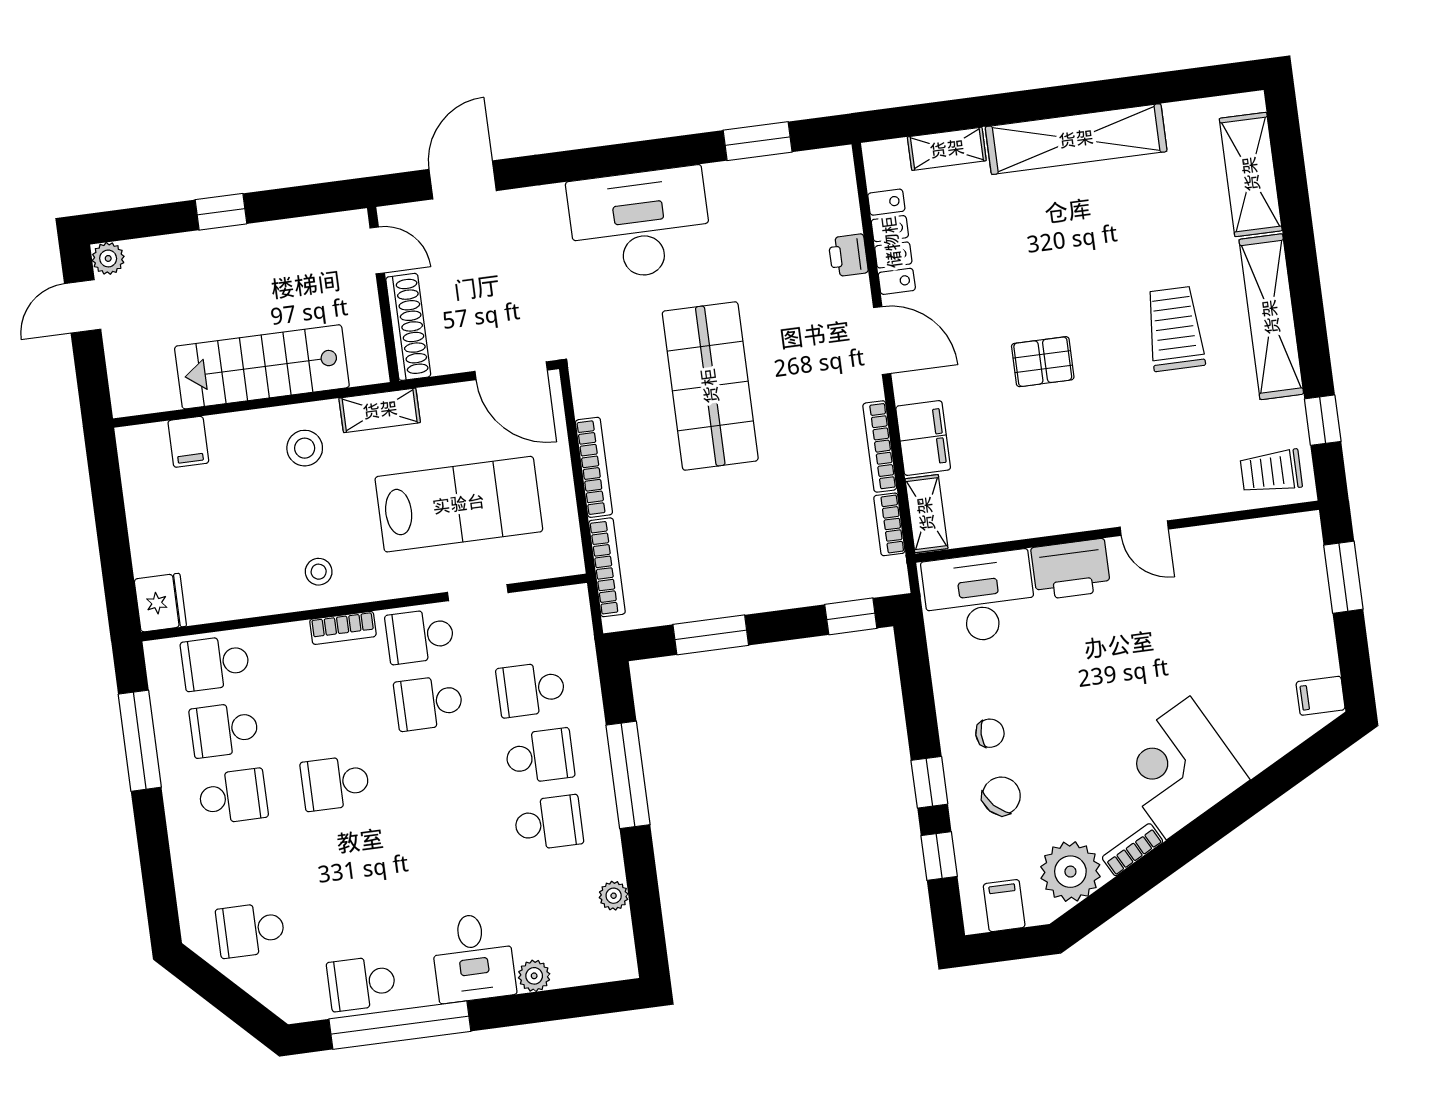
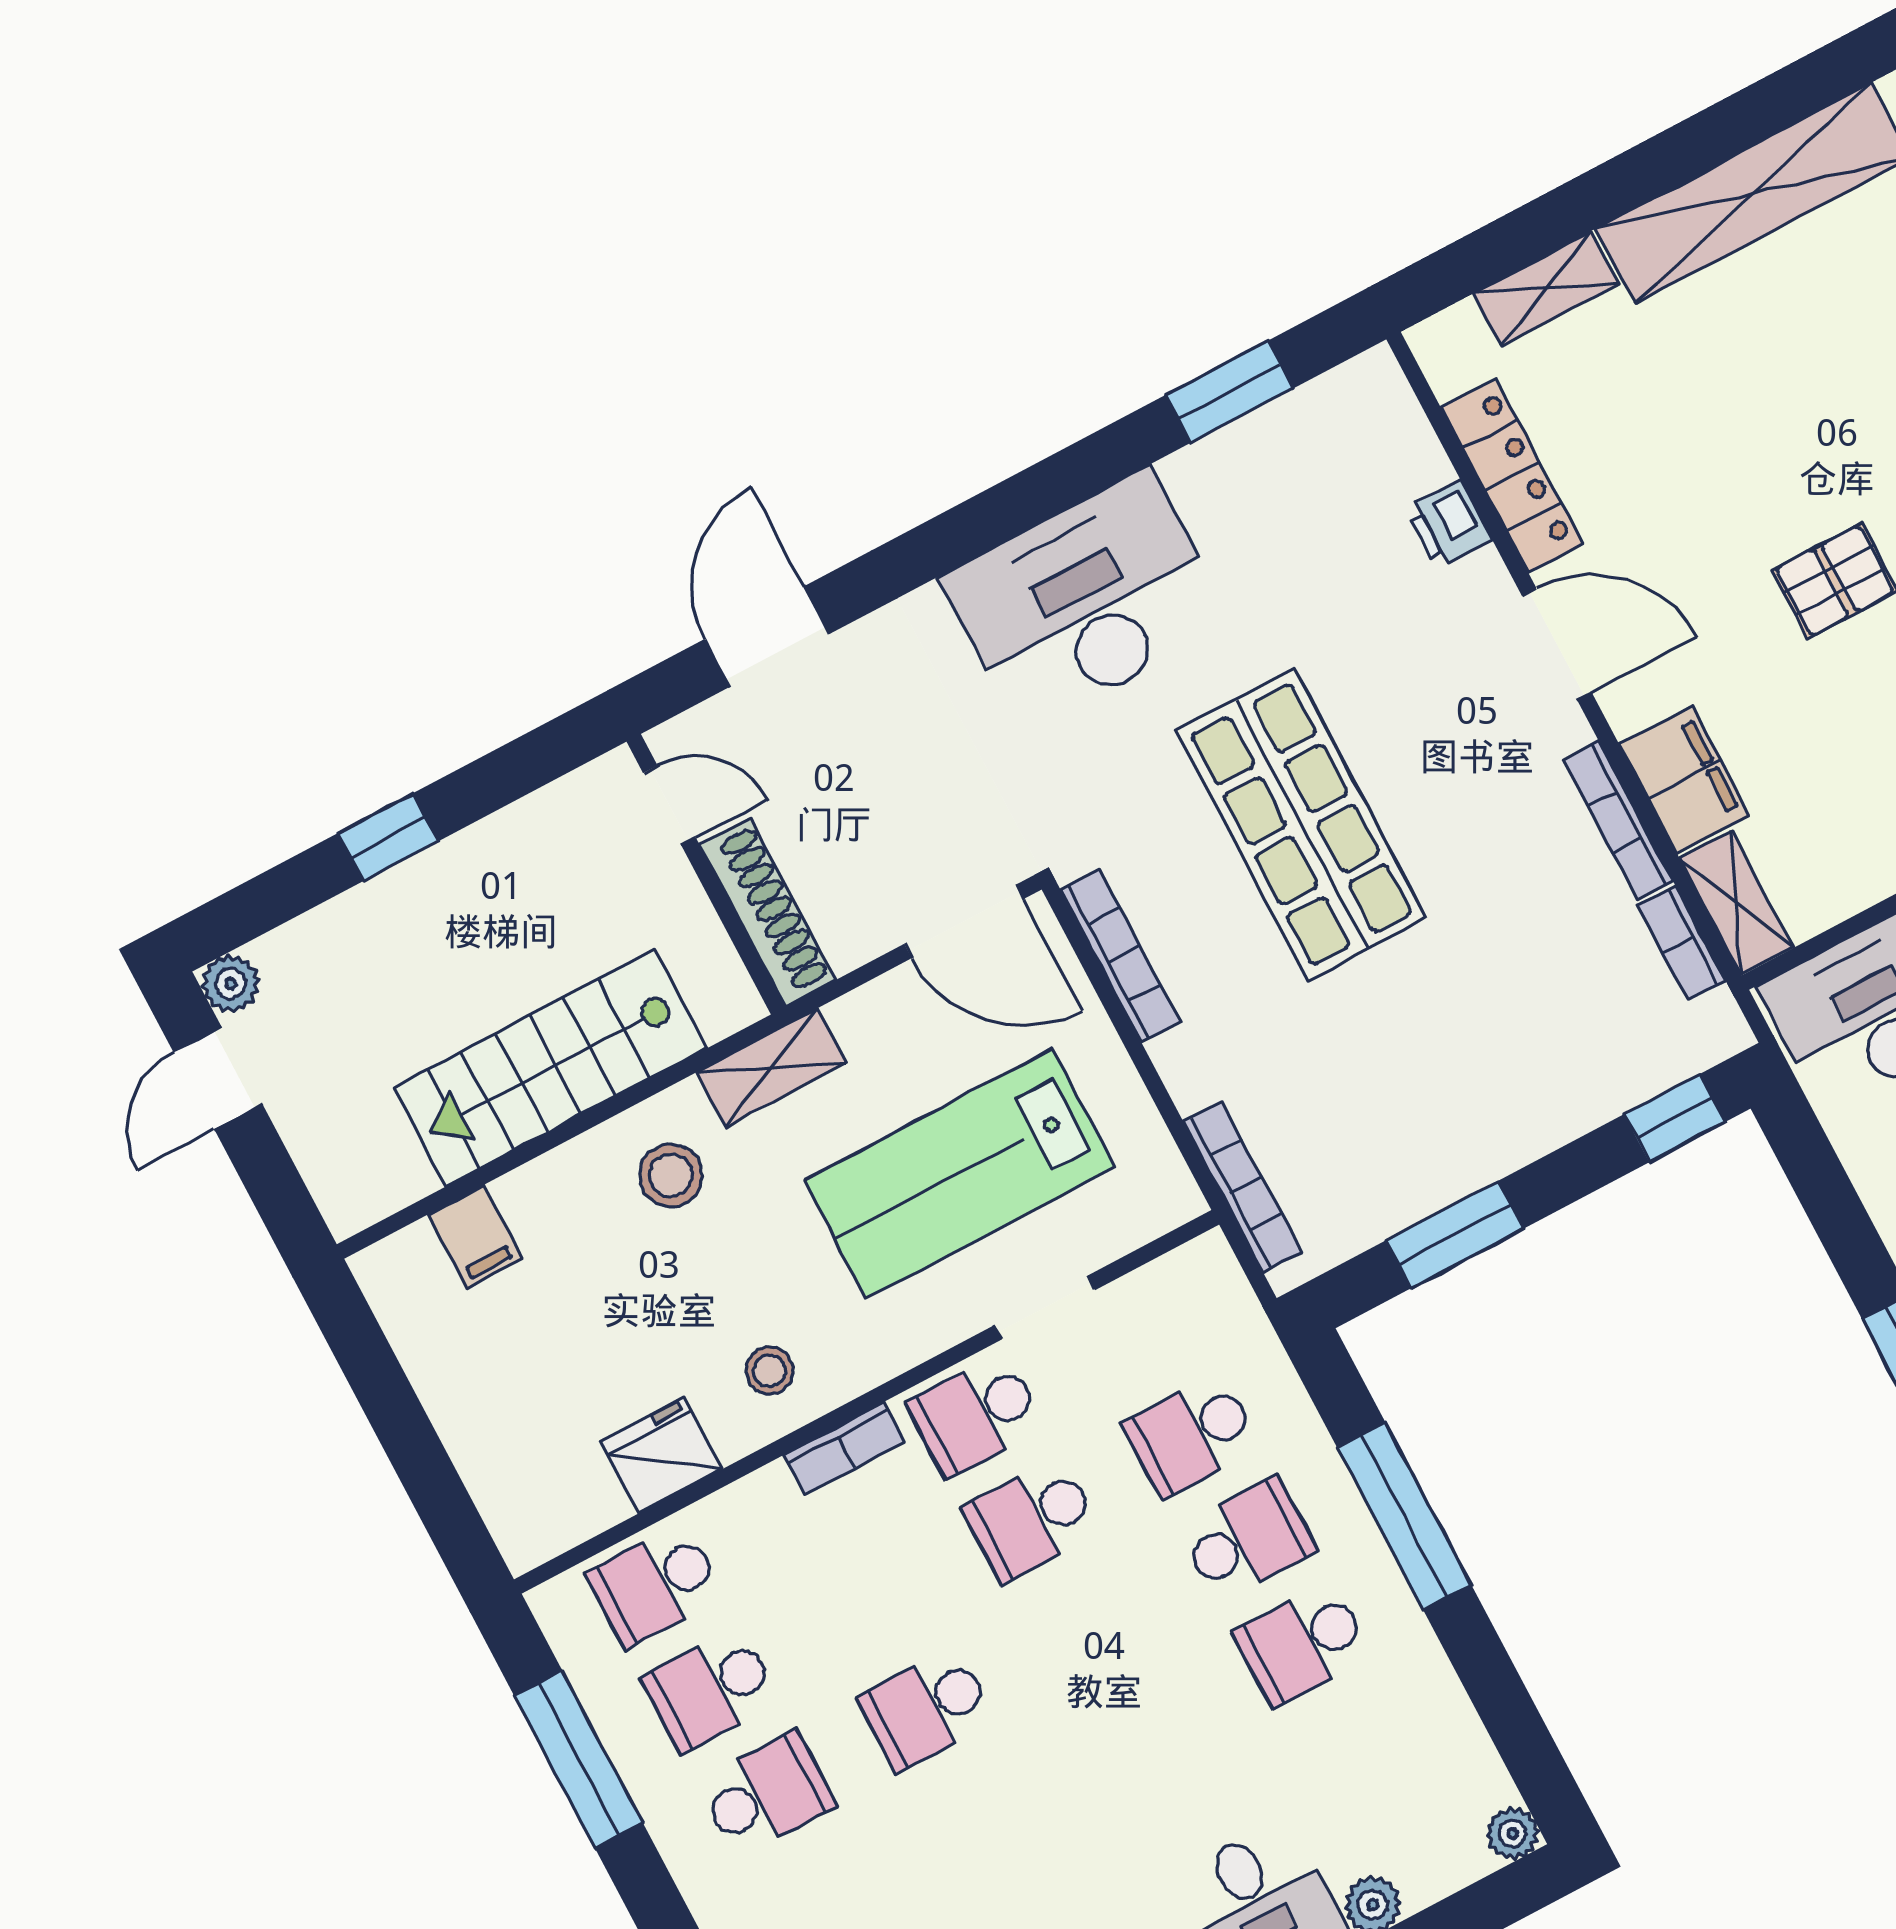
bookcase: (594, 467) -> (1121, 956), moved
lab bench: (459, 504) -> (959, 1173), turned 180
fridge: (160, 603) -> (661, 1455), moved, turned -90
school desk: (548, 823) -> (1303, 1644), turned 180
plant: (614, 896) -> (1513, 1834), moved

